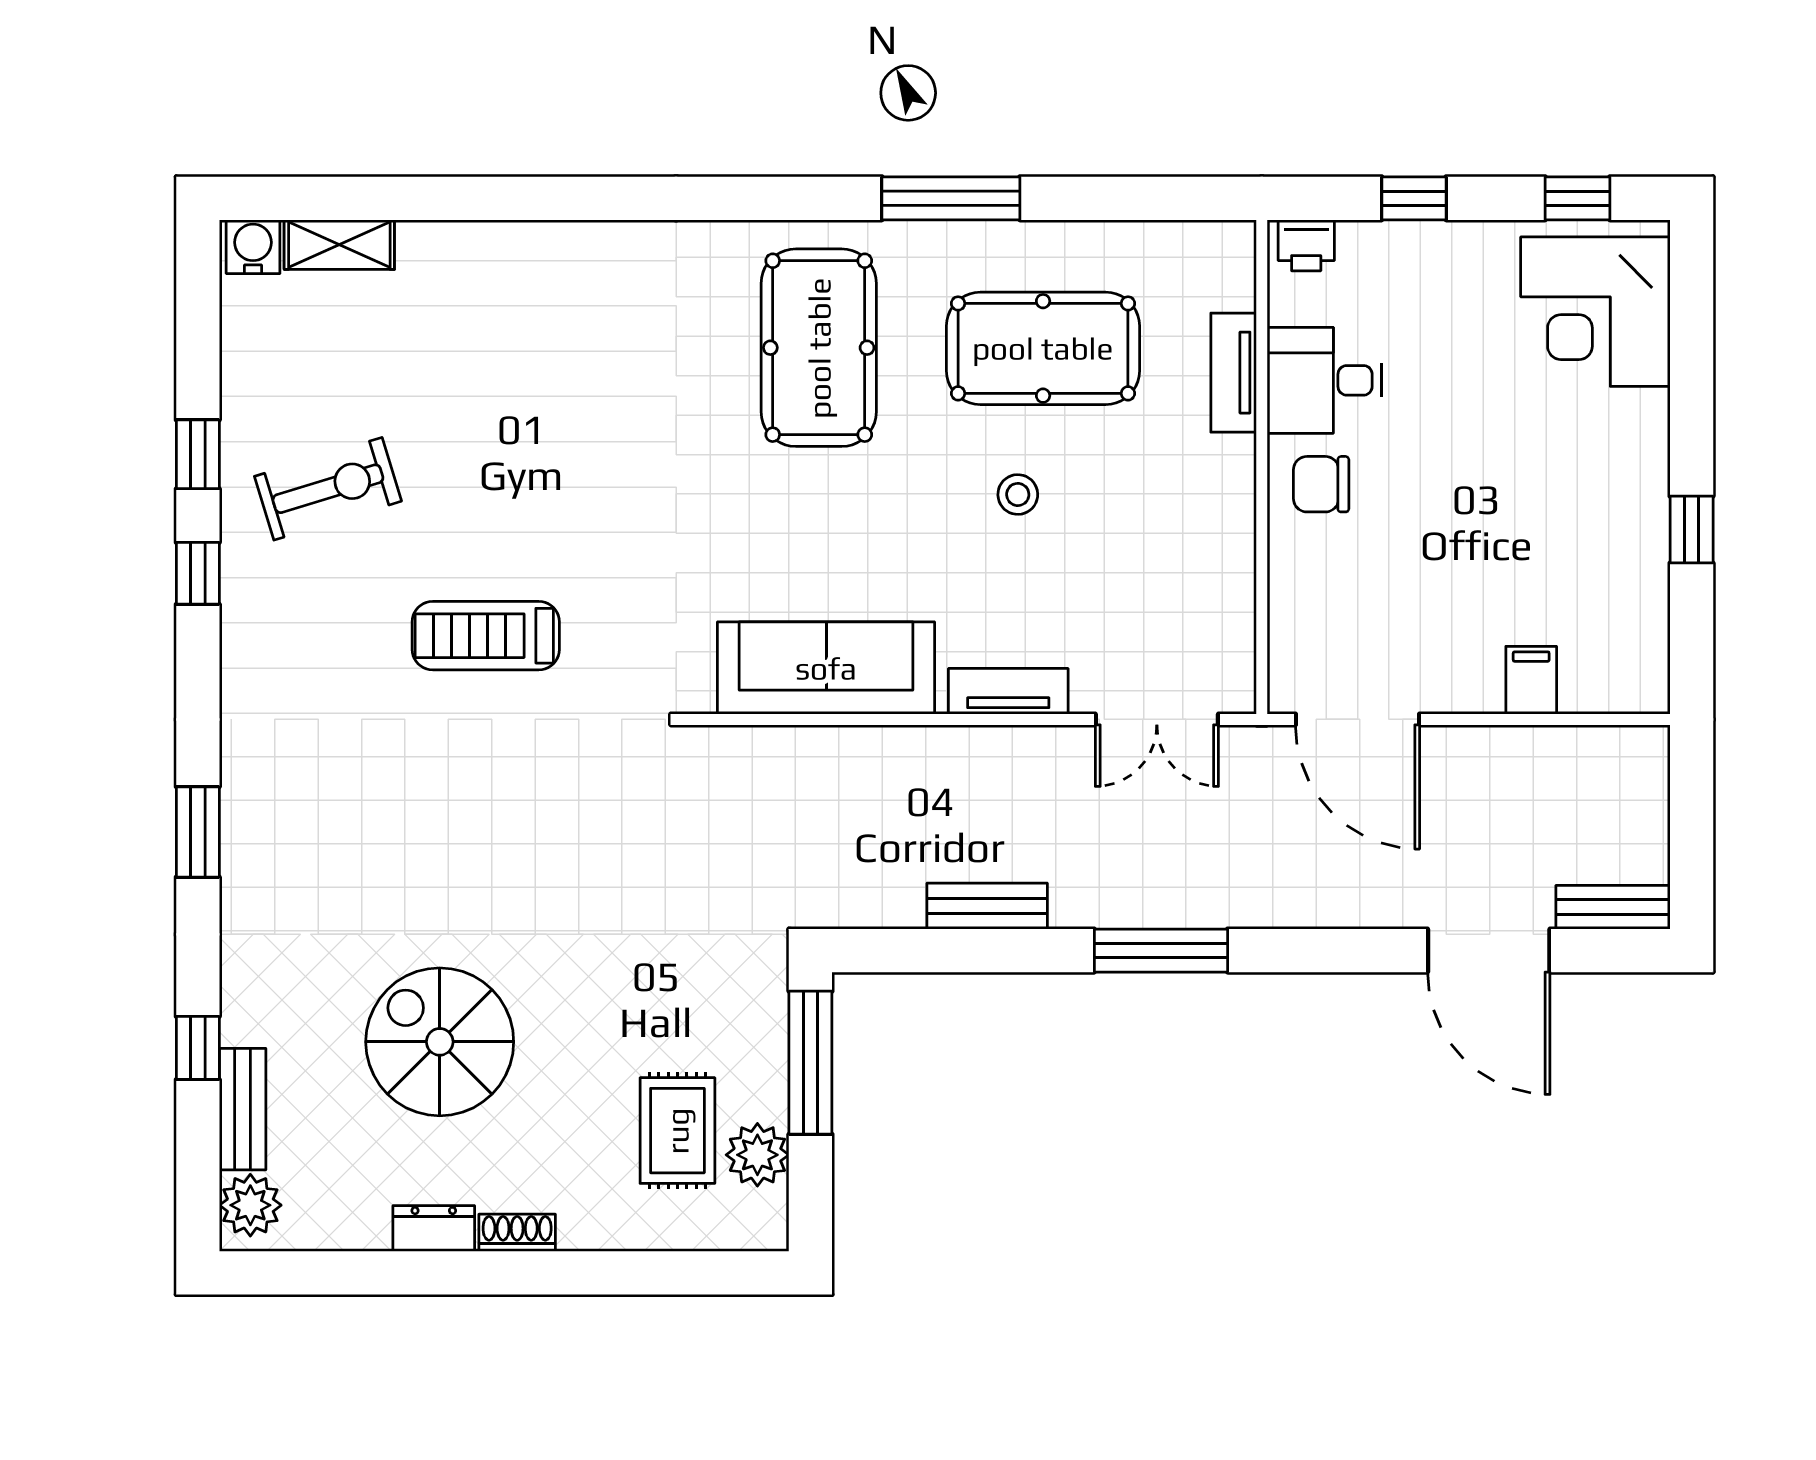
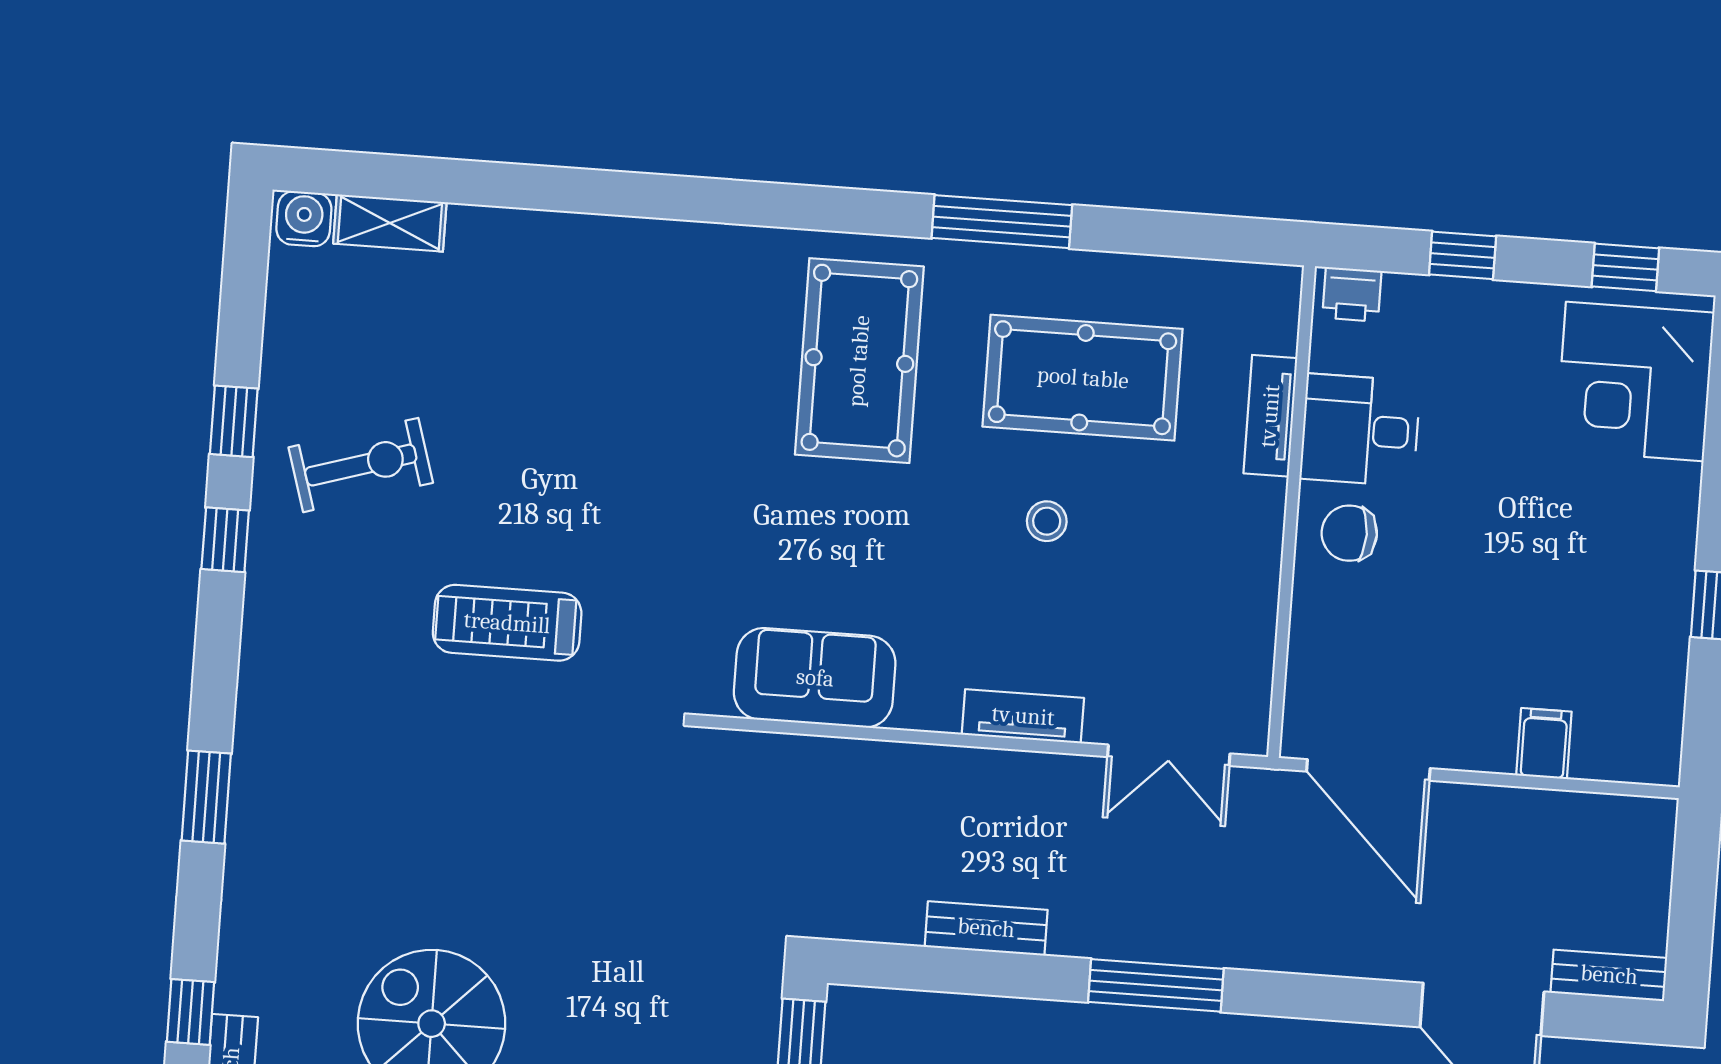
sofa: (826, 668) -> (815, 678), width x0.73

